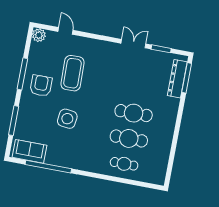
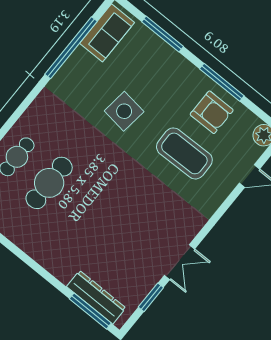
armchair: (41, 86) -> (212, 112), moved
cafe table: (134, 113) -> (81, 209), removed

